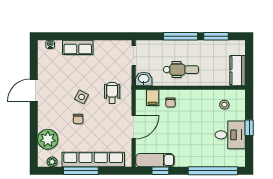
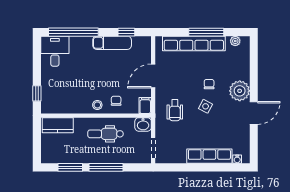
row of seats: (78, 47) -> (209, 156), width x1.48
kitchen counter: (238, 71) -> (58, 125), moved, turned 90
filing cabinet: (153, 98) -> (145, 106), moved
stool: (224, 105) -> (97, 105), moved
window: (249, 128) -> (37, 93), moved
desk: (230, 135) -> (55, 51), moved, turned 90
plant: (48, 139) -> (240, 91), moved
exam couch: (155, 160) -> (112, 43), moved

